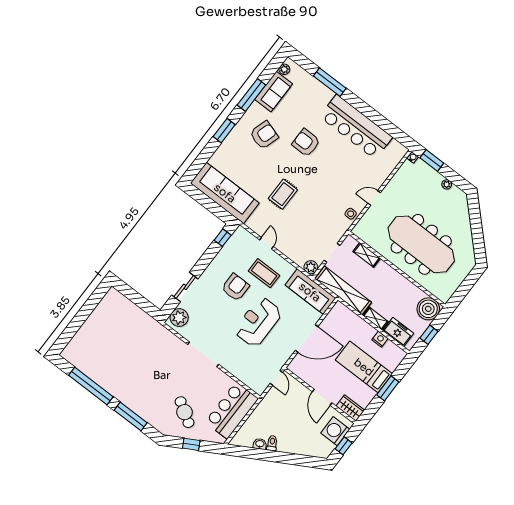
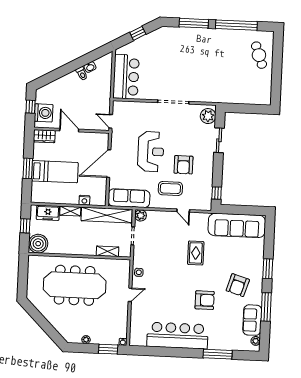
nightstand: (380, 339) -> (84, 200), moved
cafe table: (185, 412) -> (259, 55), moved, turned 38

